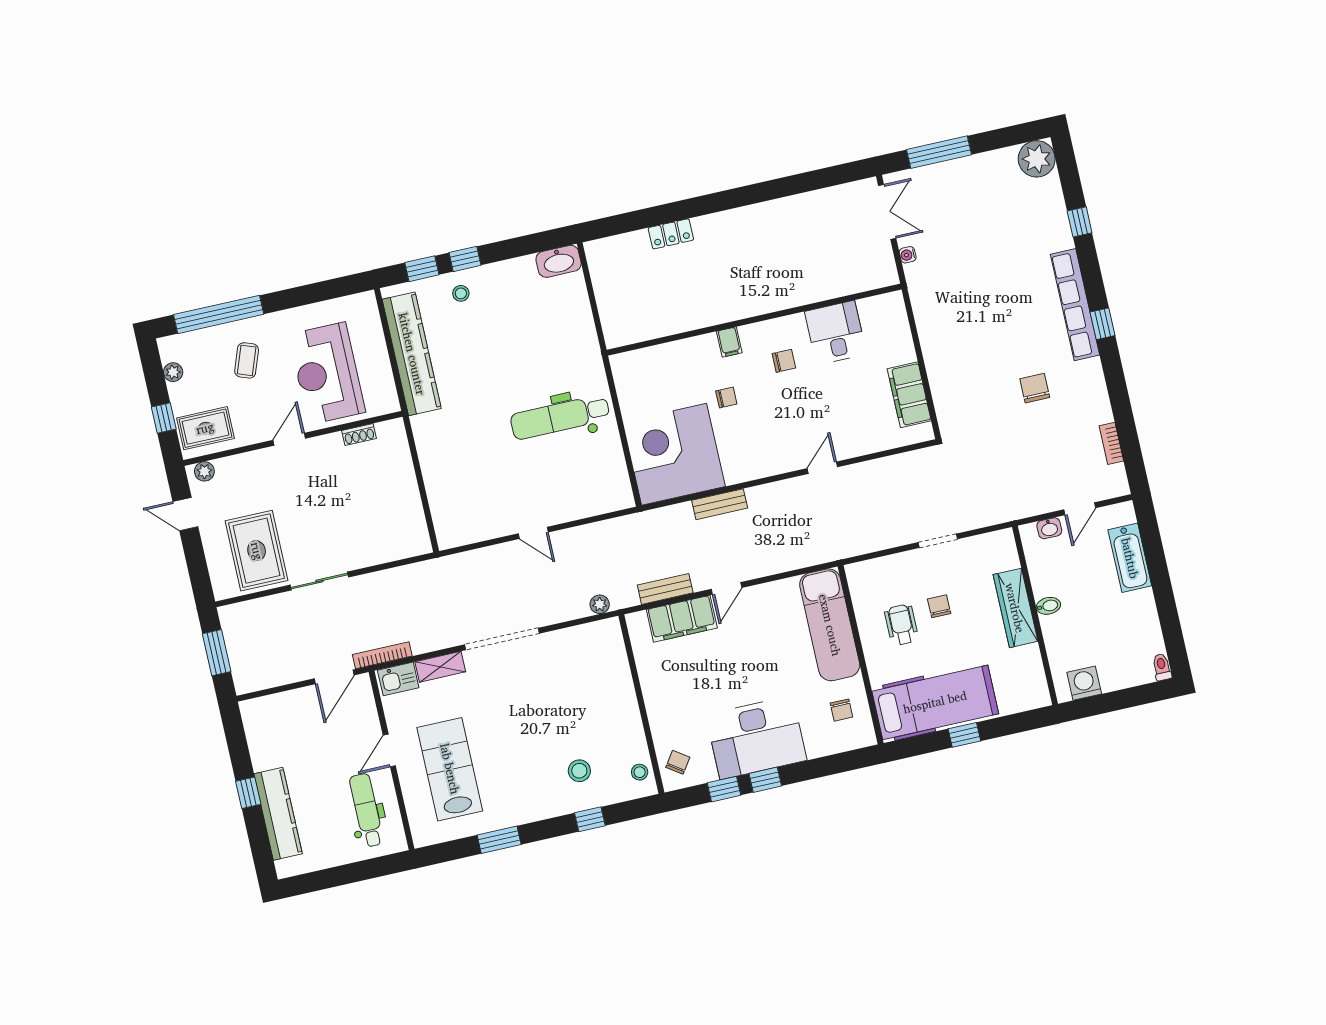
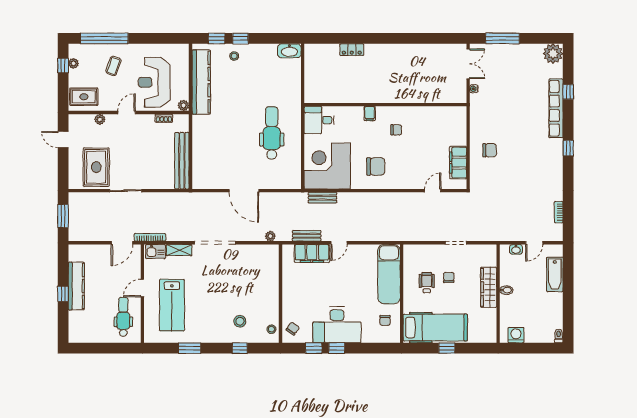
row of seats: (1075, 305) -> (556, 108), moved
desk: (836, 333) -> (319, 120), moved, turned -90
chair: (1035, 388) -> (490, 150), moved, turned 90
chair: (726, 397) -> (376, 166), moved, width x1.87, depth x1.87
plant: (389, 403) -> (184, 105), added
dental chair: (560, 417) -> (272, 133), turned 90
window: (164, 418) -> (63, 66), moved
door: (822, 468) -> (433, 191), moved
plant: (204, 471) -> (100, 119), moved
bench: (409, 504) -> (182, 161), added
bench: (720, 504) -> (323, 198), moved
door: (533, 533) -> (244, 191), width x1.88
lab bench: (450, 769) -> (172, 305), turned 180
kitchen counter: (278, 814) -> (76, 286), moved

